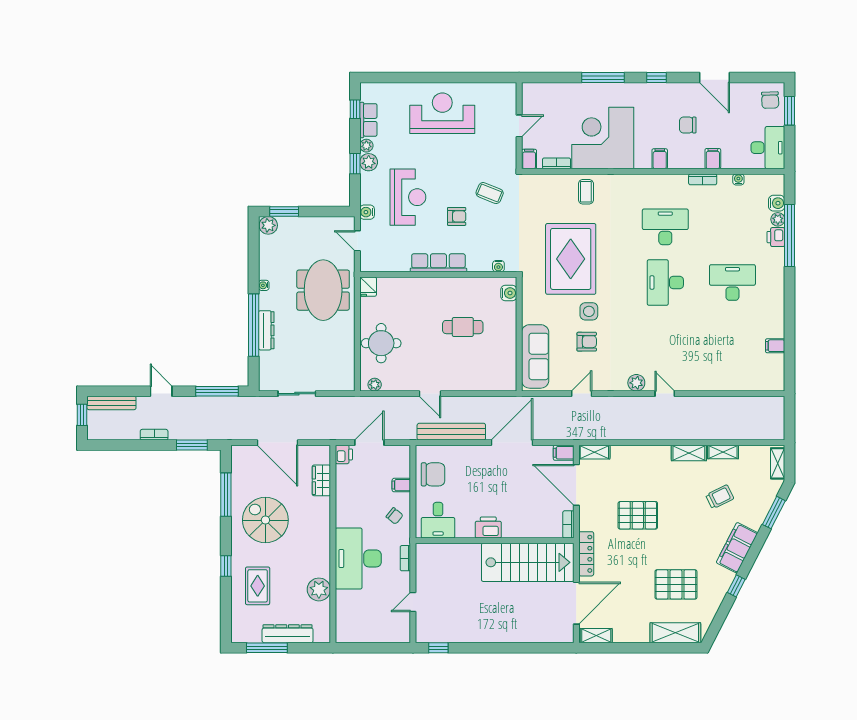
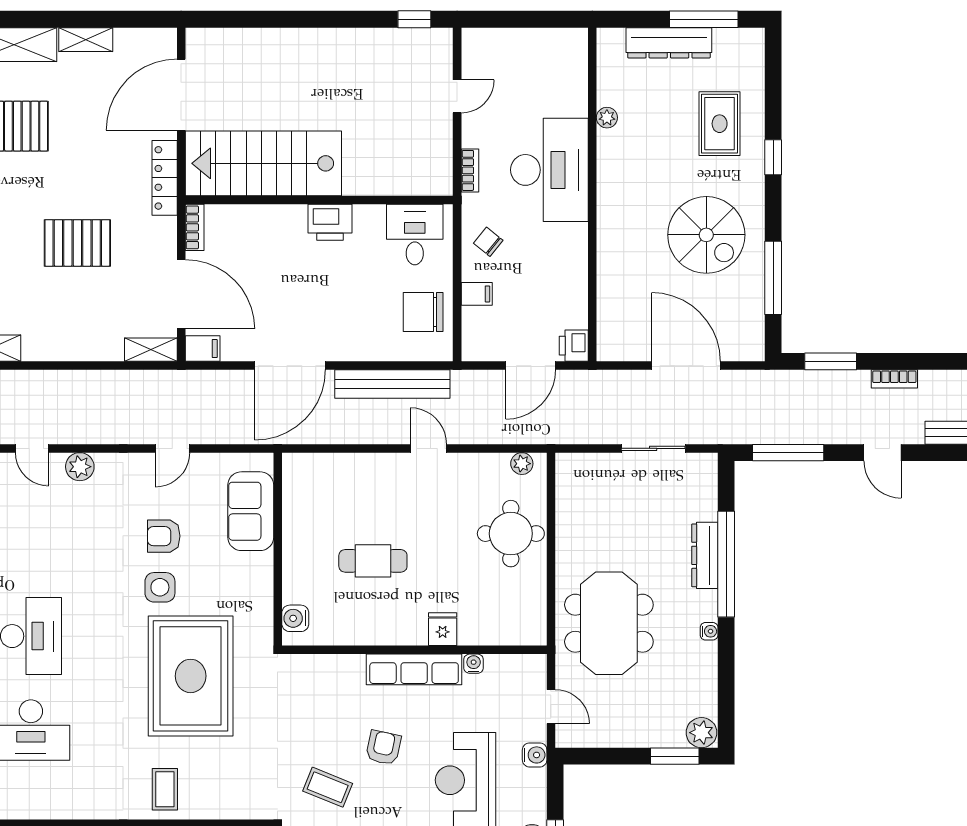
armchair: (457, 216) -> (383, 748), turned 102
water cooler: (498, 266) -> (474, 664), moved
fridge: (368, 287) -> (443, 629), moved
sofa: (535, 356) -> (251, 511), width x0.73
wardrobe: (321, 480) -> (612, 302), removed
plant: (319, 589) -> (607, 118), width x0.53, depth x0.53
shelving: (596, 636) -> (86, 40), moved

